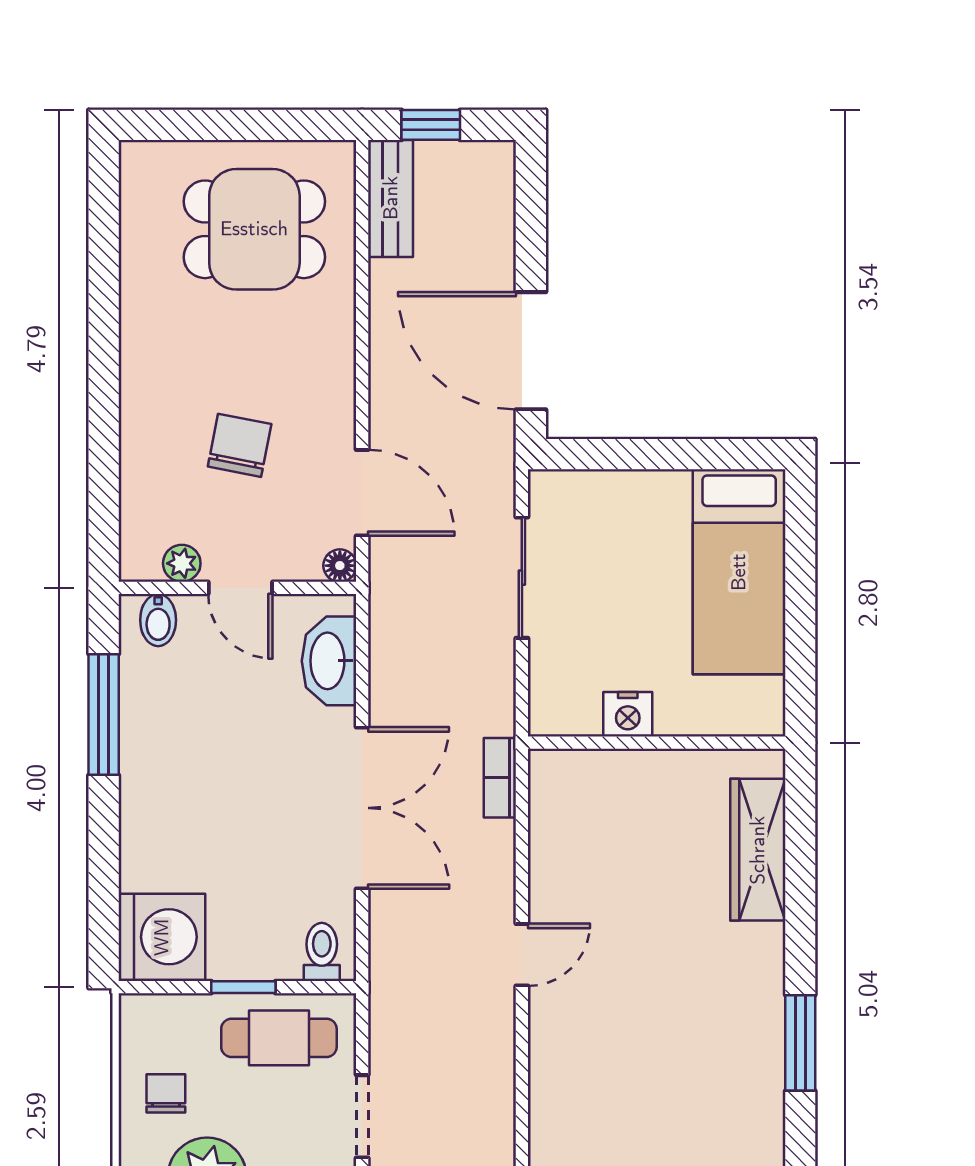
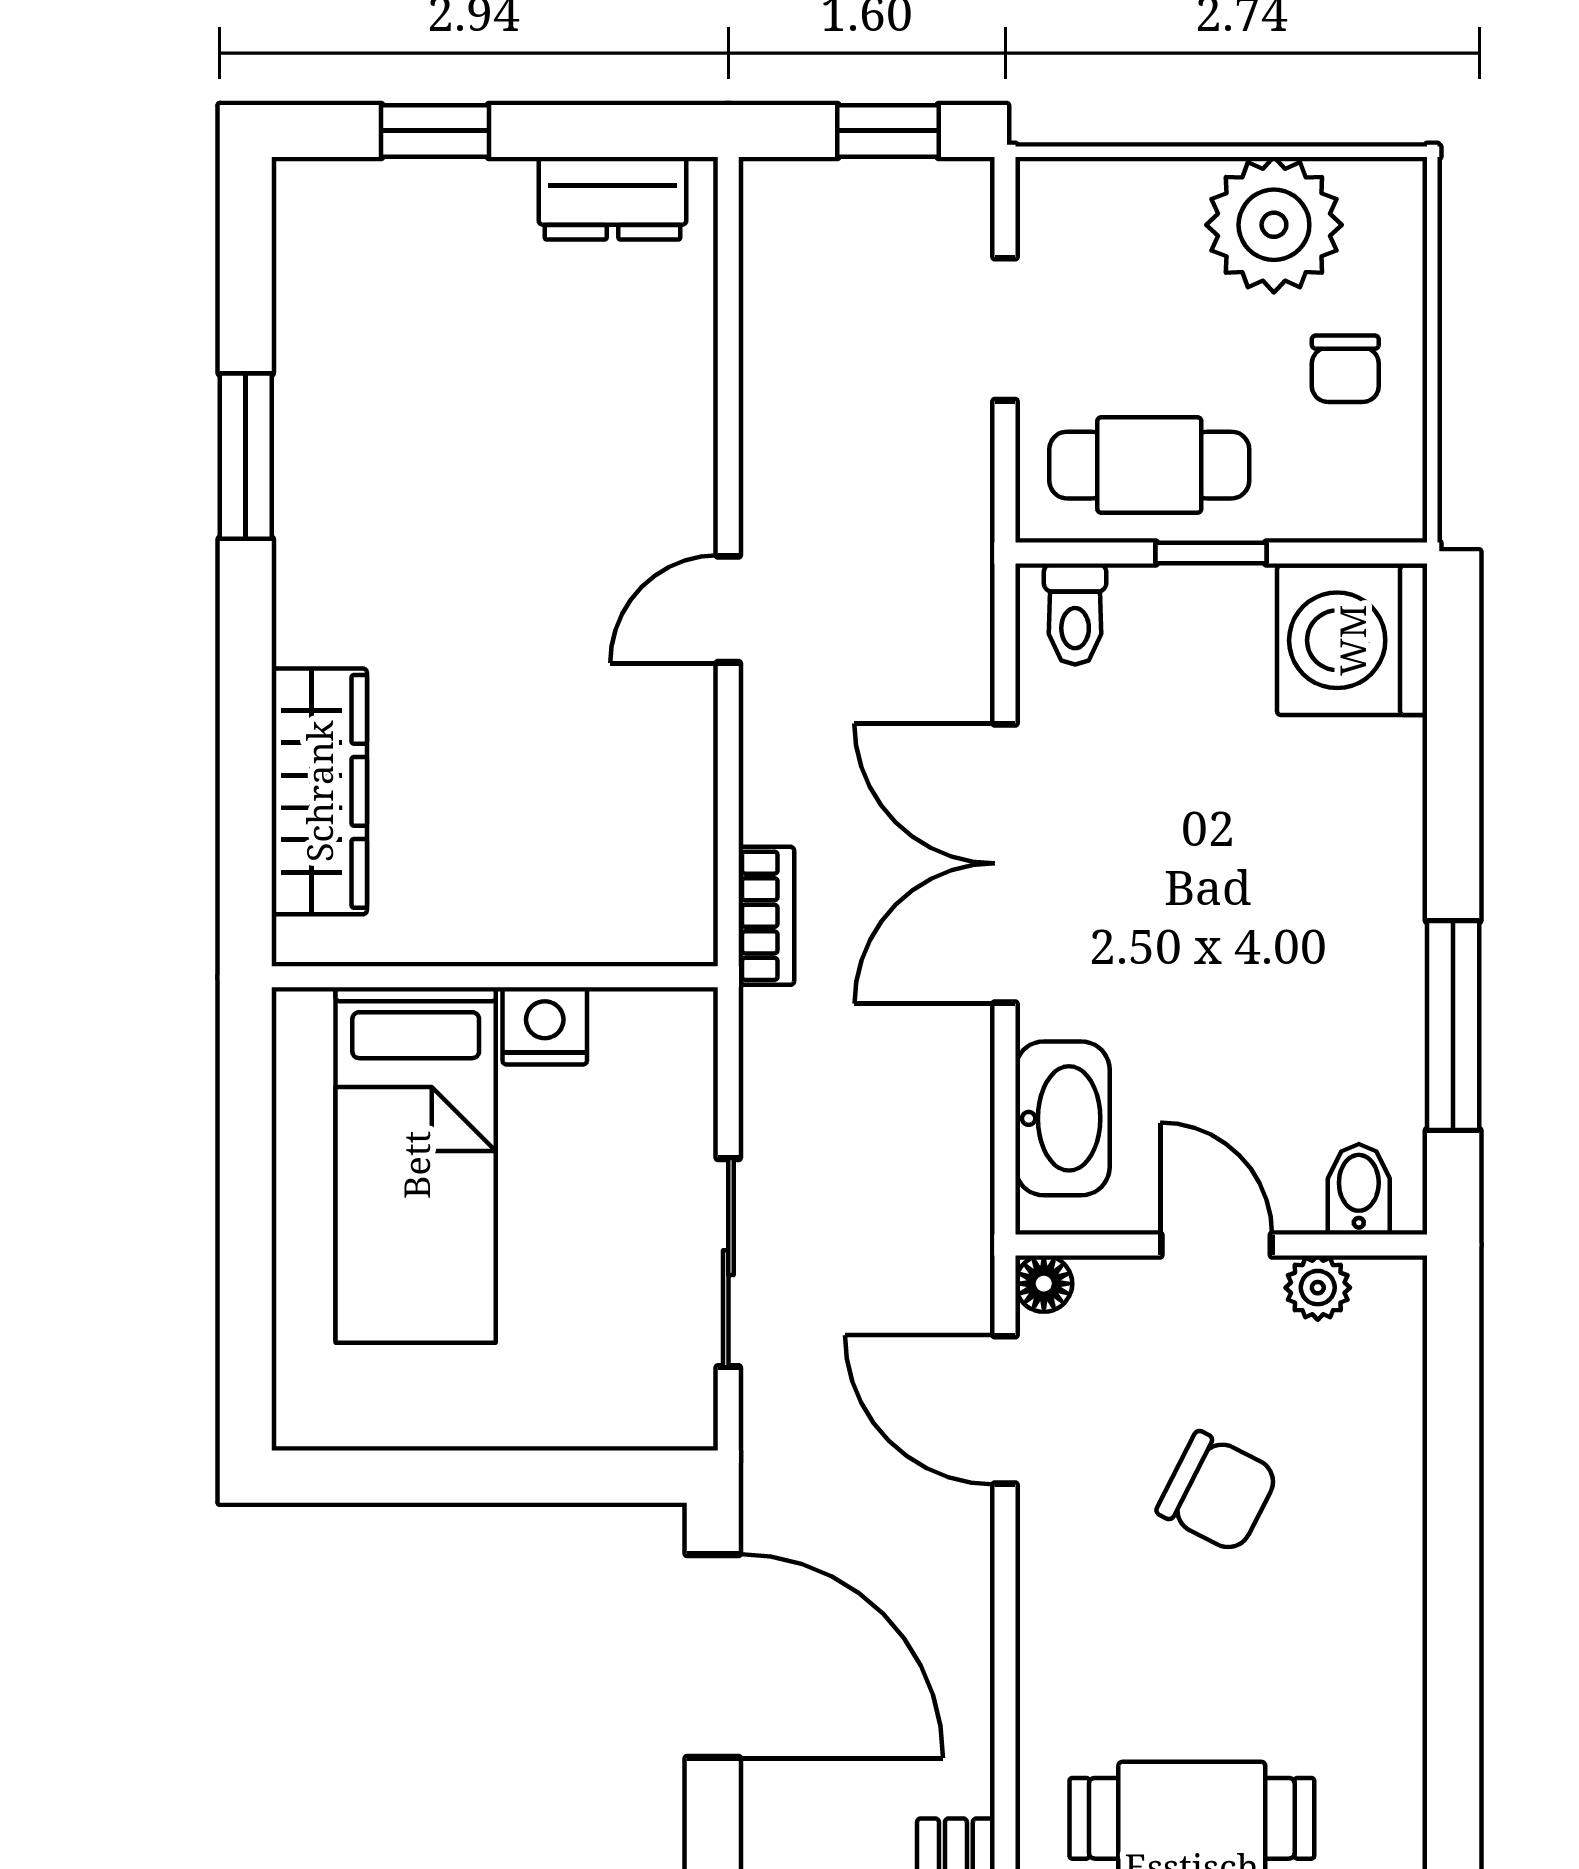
chair: (240, 445) -> (1218, 1492), turned -74
bed: (739, 572) -> (416, 1165), moved, turned 180

